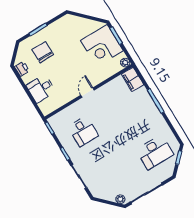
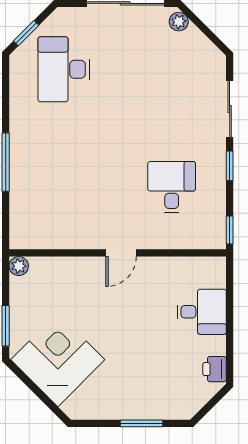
corner desk: (102, 46) -> (58, 360), moved, turned -45
chair: (43, 52) -> (158, 377), removed
filing cabinet: (133, 79) -> (24, 227), removed
desk: (155, 152) -> (64, 69), turned -90

